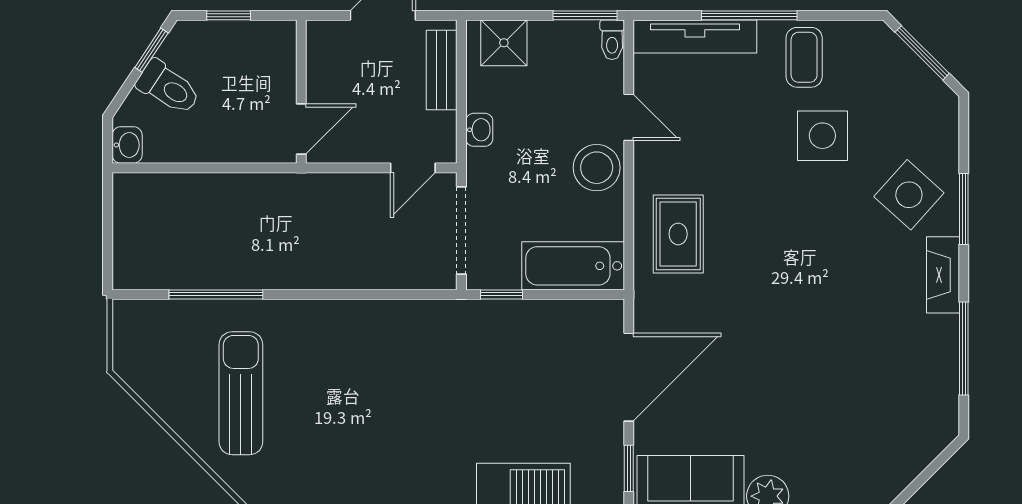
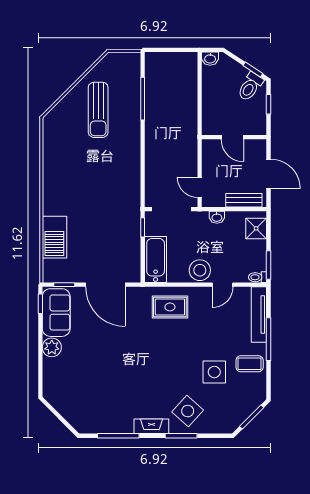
toilet: (168, 88) -> (250, 87), moved
door: (301, 129) -> (232, 137), moved
sun lounger: (241, 393) -> (98, 110), turned 90

